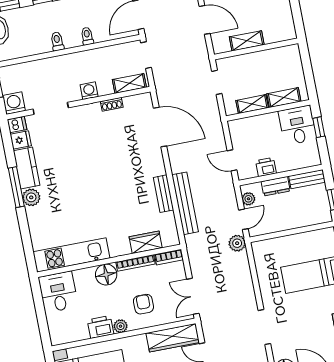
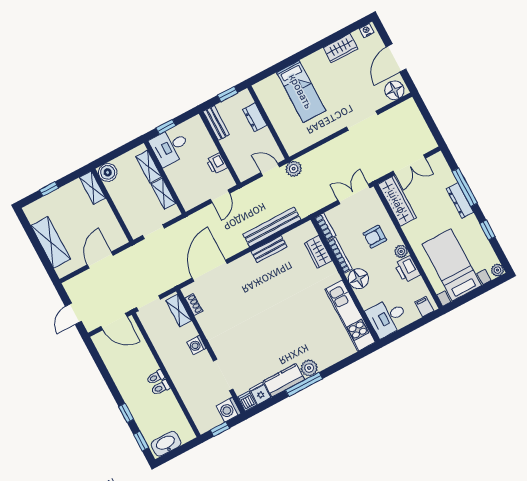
toilet: (87, 36) -> (156, 377), moved
shelving: (247, 41) -> (92, 188), moved
boiler: (291, 54) -> (108, 172), added
shoe rack: (112, 104) -> (194, 304), moved
dresser: (276, 186) -> (255, 117), moved, turned 180
plant: (248, 199) -> (250, 171), removed
double door: (193, 296) -> (354, 194), swing flipped
filing cabinet: (58, 333) -> (424, 306), added

